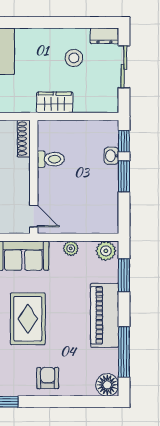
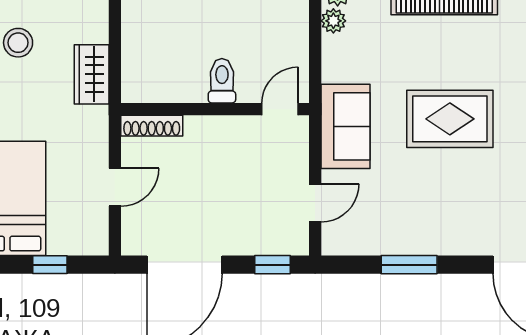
toilet: (51, 159) -> (222, 81), moved
plant: (71, 248) -> (333, 21), moved

